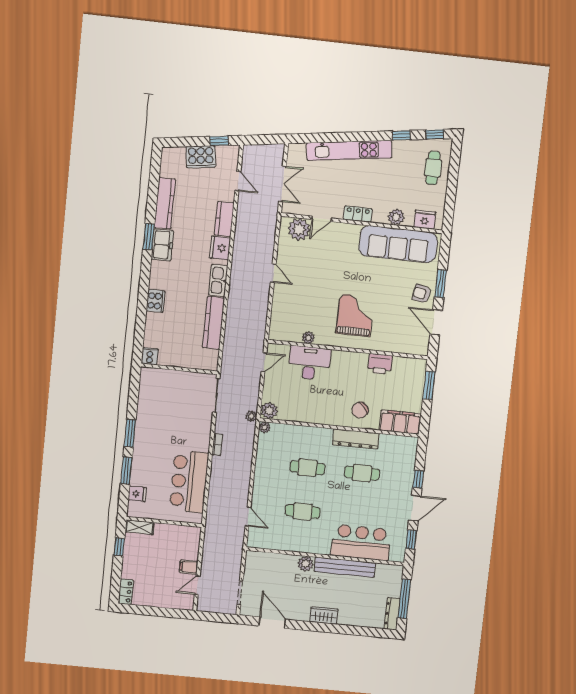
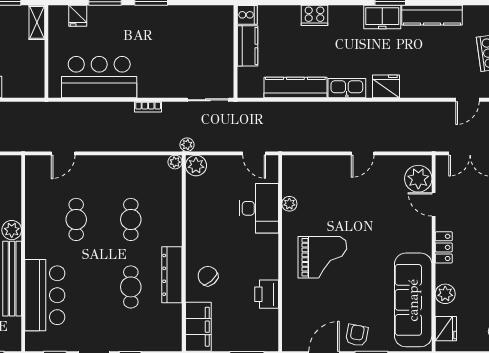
kitchen counter: (224, 219) -> (247, 46), moved, turned 90

